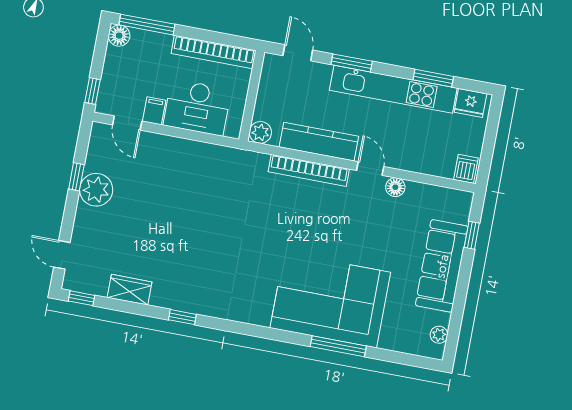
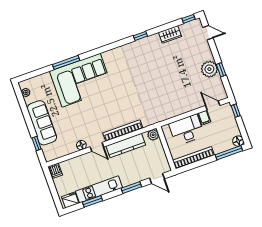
kitchen unit: (393, 89) -> (99, 189), width x0.73

